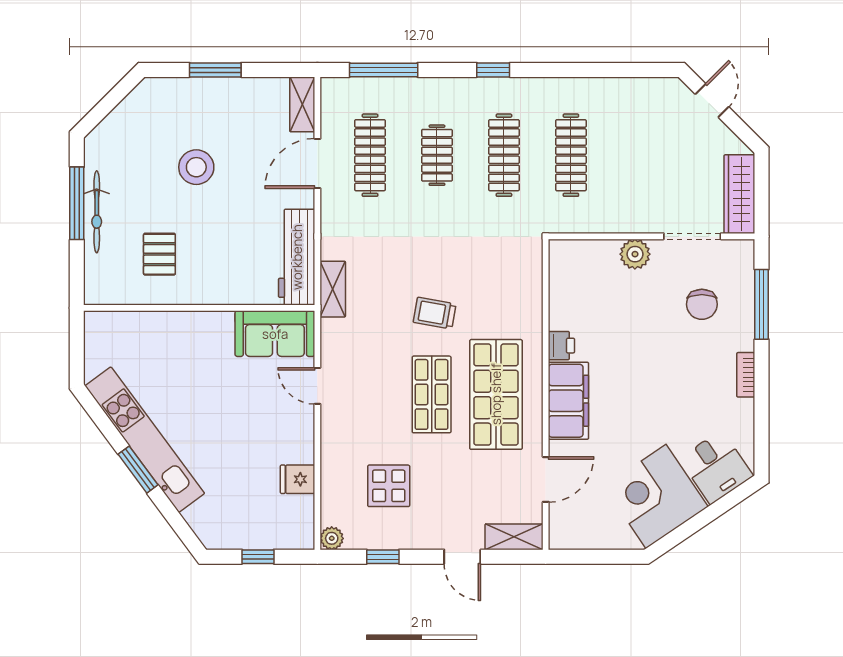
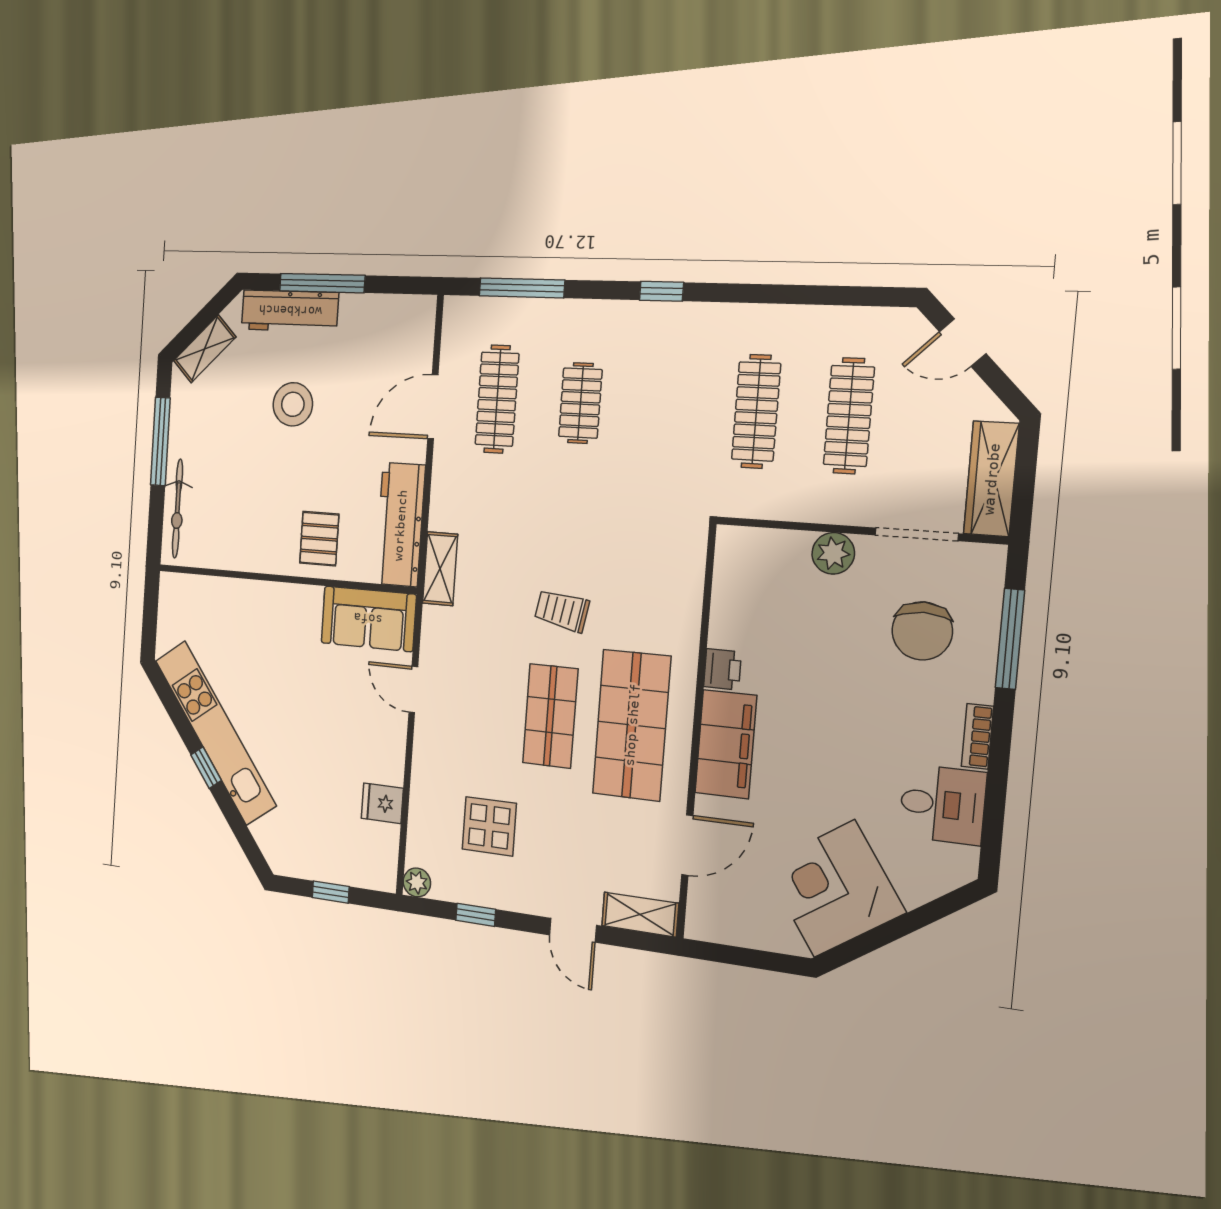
window: (215, 70) -> (322, 283), width x1.44
workbench: (188, 93) -> (290, 311), added
door: (712, 100) -> (963, 343), swing flipped
shelving: (302, 104) -> (205, 349), moved, turned 45
clothes rail: (504, 155) -> (849, 416), moved
bicycle: (97, 212) -> (178, 509), moved
pallet: (159, 254) -> (319, 539), moved
chair: (702, 304) -> (922, 631), width x1.37, depth x1.37
desk: (716, 467) -> (943, 804), moved, turned -56
window: (138, 470) -> (206, 768), width x0.67

